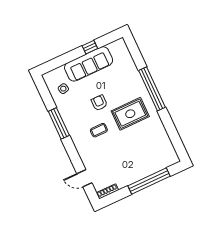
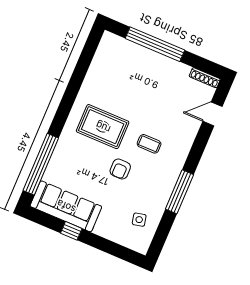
sofa: (89, 64) -> (66, 206), moved
window: (152, 89) -> (41, 164), moved
door: (84, 178) -> (213, 114), swing flipped

